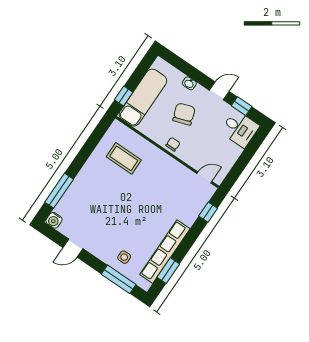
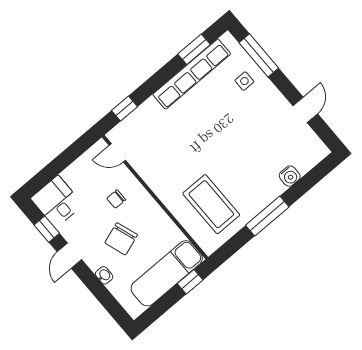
door: (219, 91) -> (69, 256), hinge flipped
chair: (173, 144) -> (116, 199), moved
coffee table: (124, 158) -> (211, 204), width x1.36, depth x1.32
window: (59, 191) -> (267, 216), moved
water cooler: (54, 220) -> (290, 176), moved, turned 90
door: (73, 248) -> (305, 110), hinge flipped

